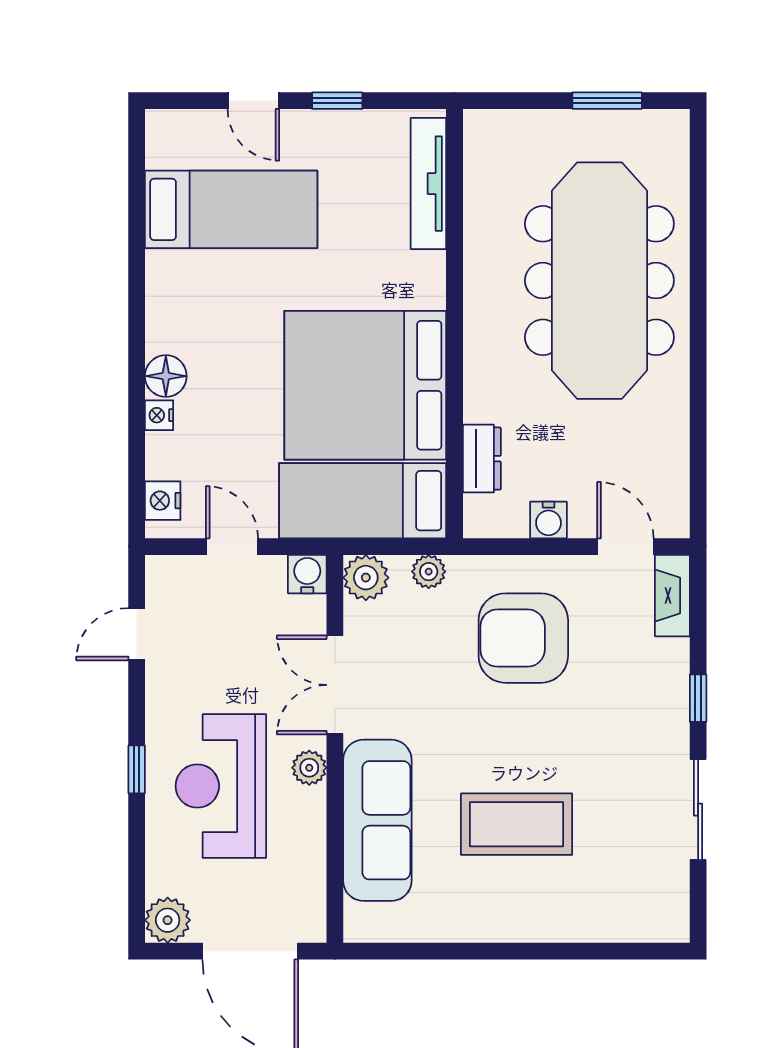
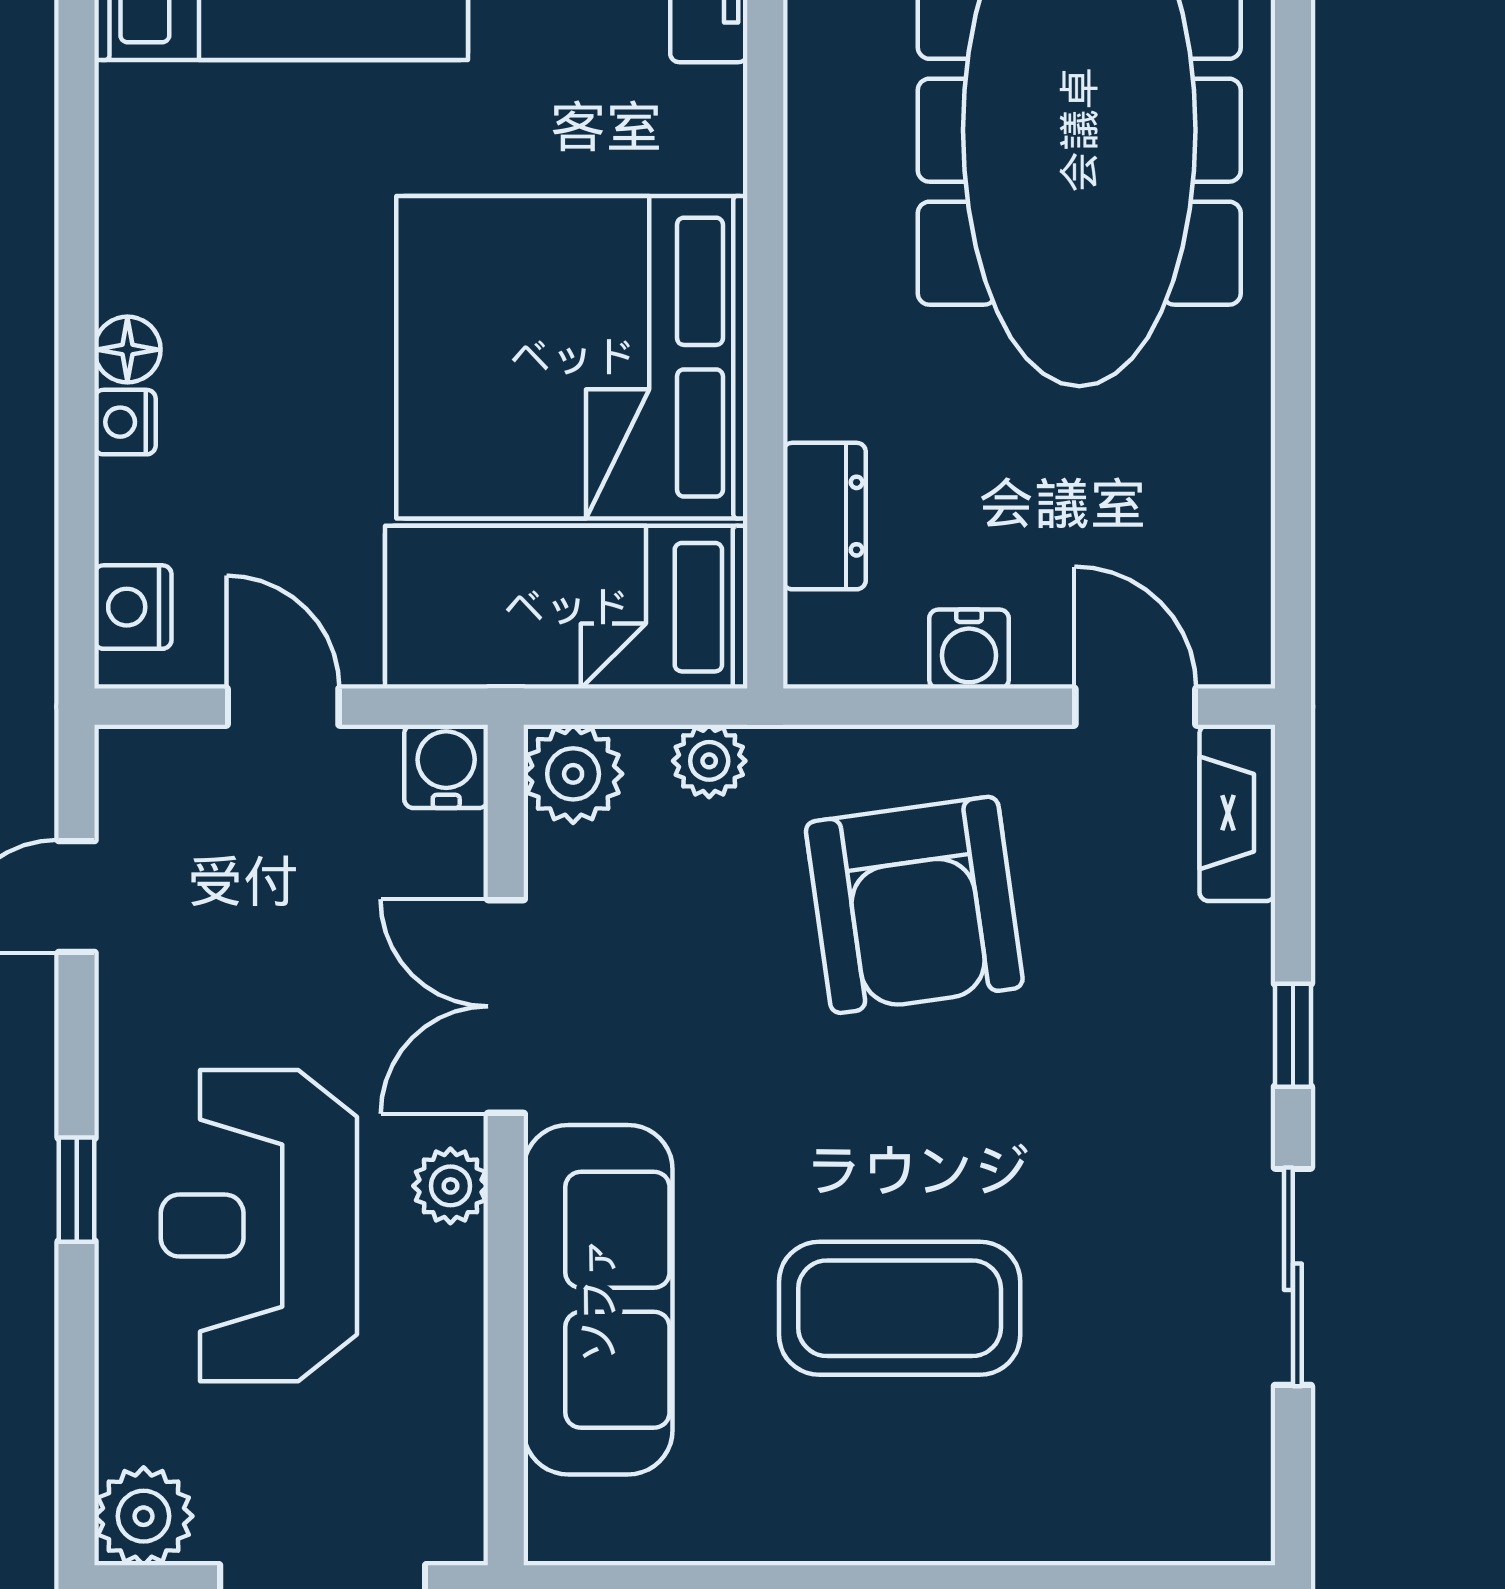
floor lamp: (166, 376) -> (127, 350), width x0.73, depth x0.73
armchair: (523, 638) -> (914, 905), turned -98

